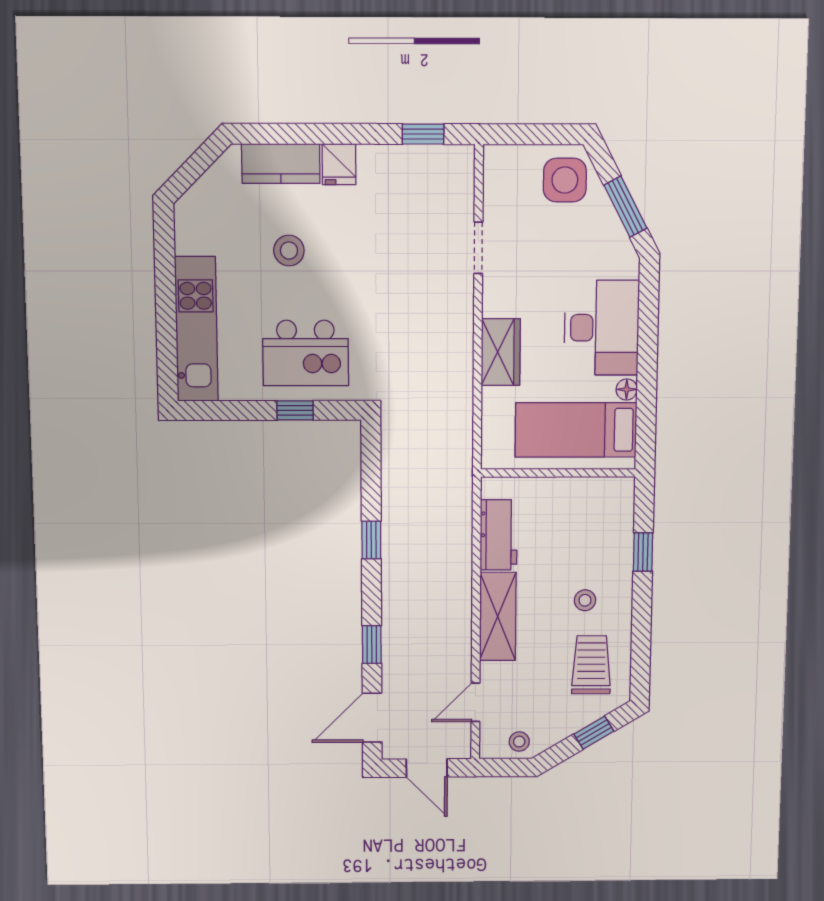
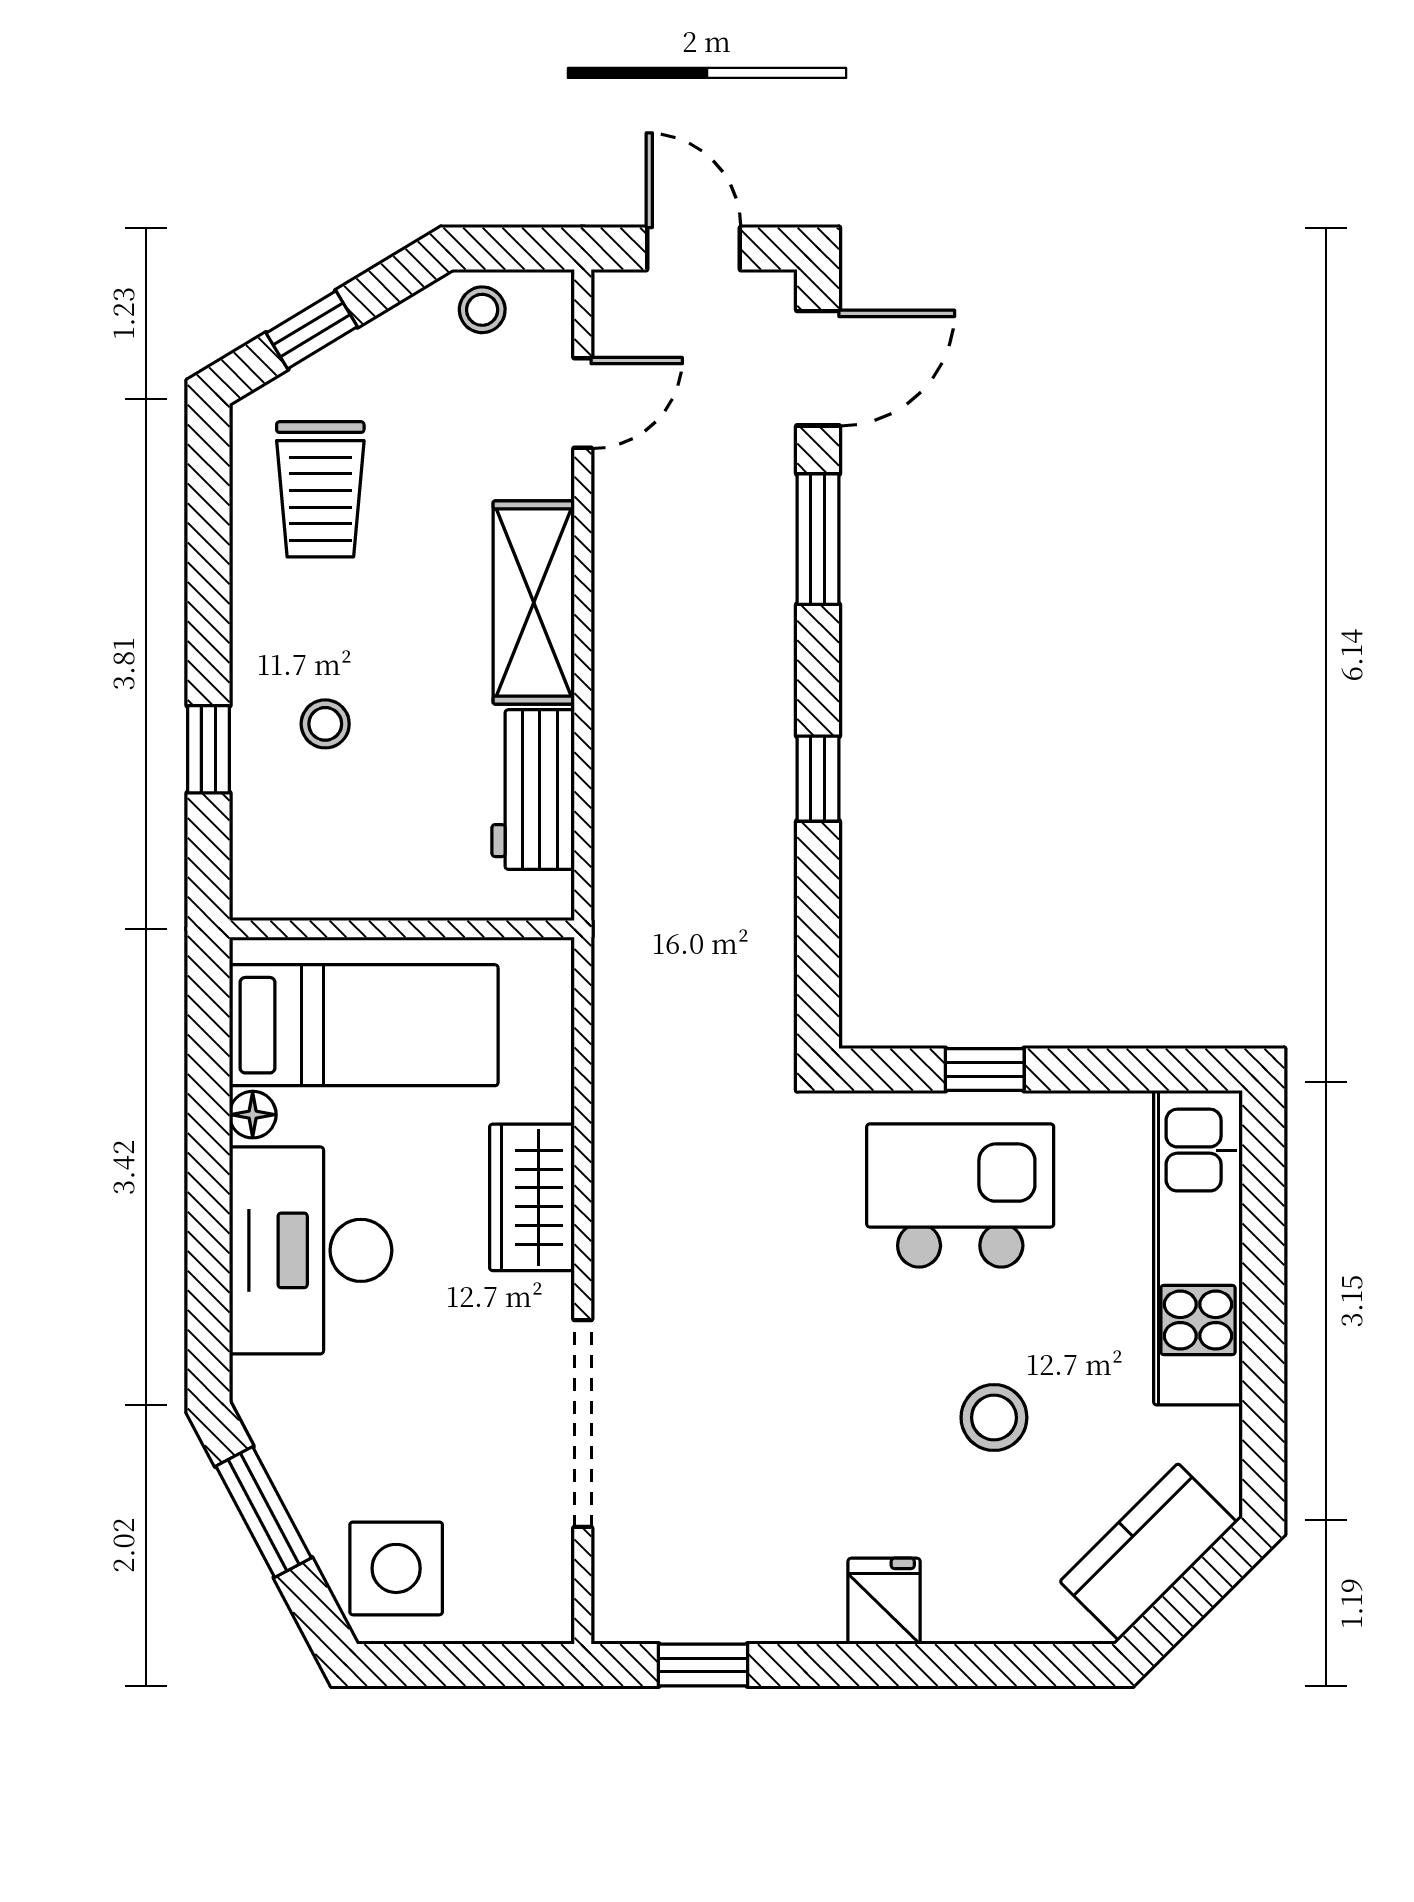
kitchen counter: (281, 164) -> (1148, 1552), moved, turned -45
doorway: (478, 248) -> (583, 1424), width x1.88
stool: (585, 600) -> (325, 724), moved
window: (372, 644) -> (818, 539), width x1.50

